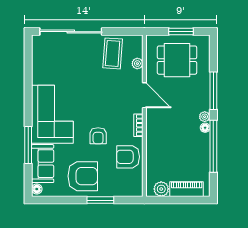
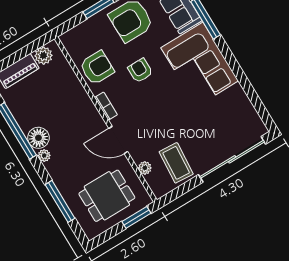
window: (181, 32) -> (136, 217), moved
window: (213, 91) -> (60, 201), moved
floor lamp: (205, 128) -> (38, 138), width x1.89, depth x1.89

